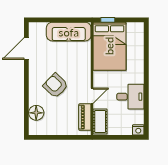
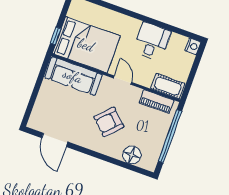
sofa: (69, 32) -> (73, 76), moved, turned 90
door: (92, 96) -> (122, 80), moved
window: (62, 137) -> (170, 136), added

